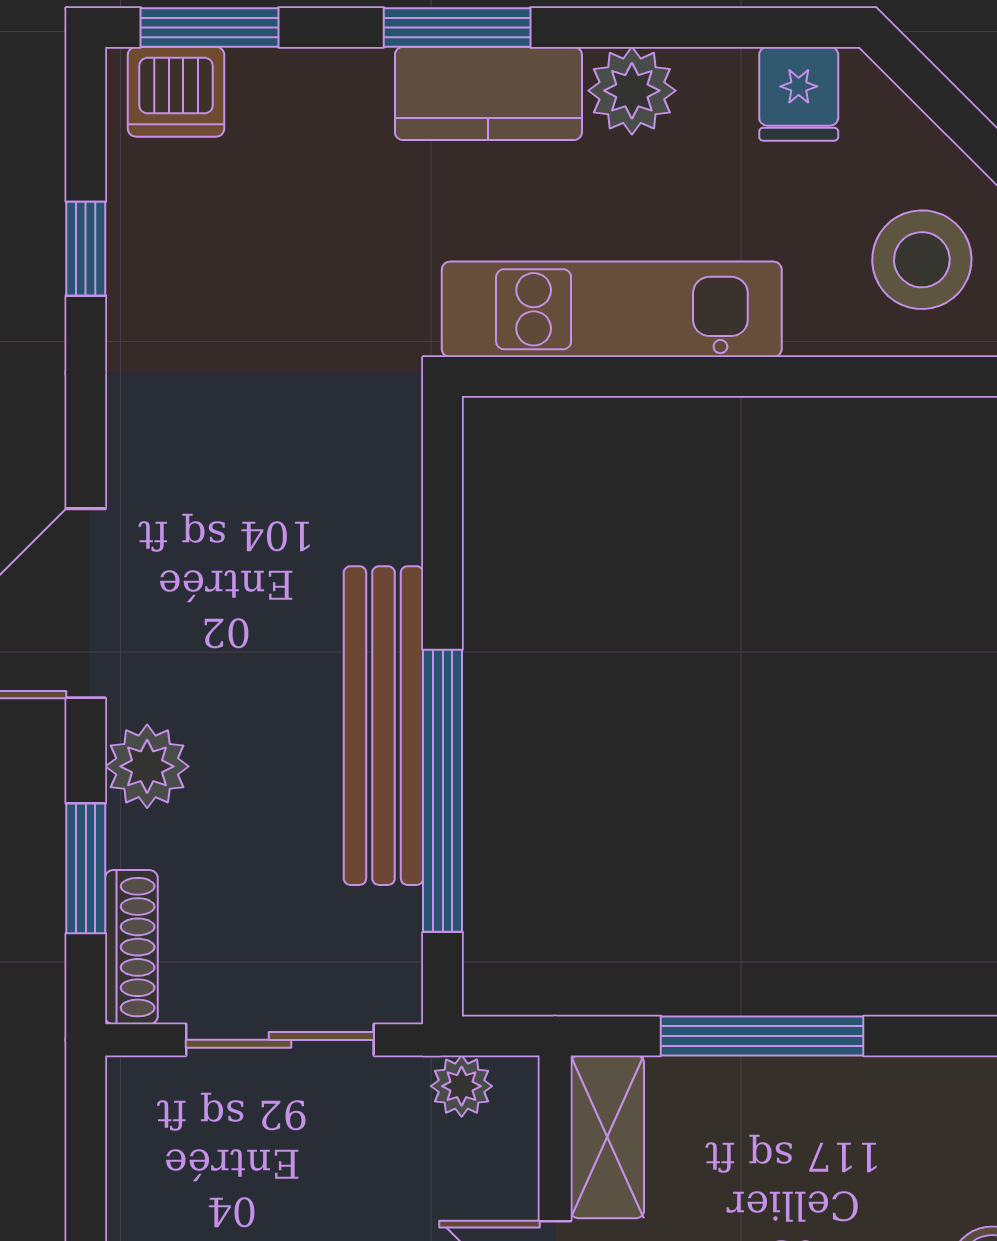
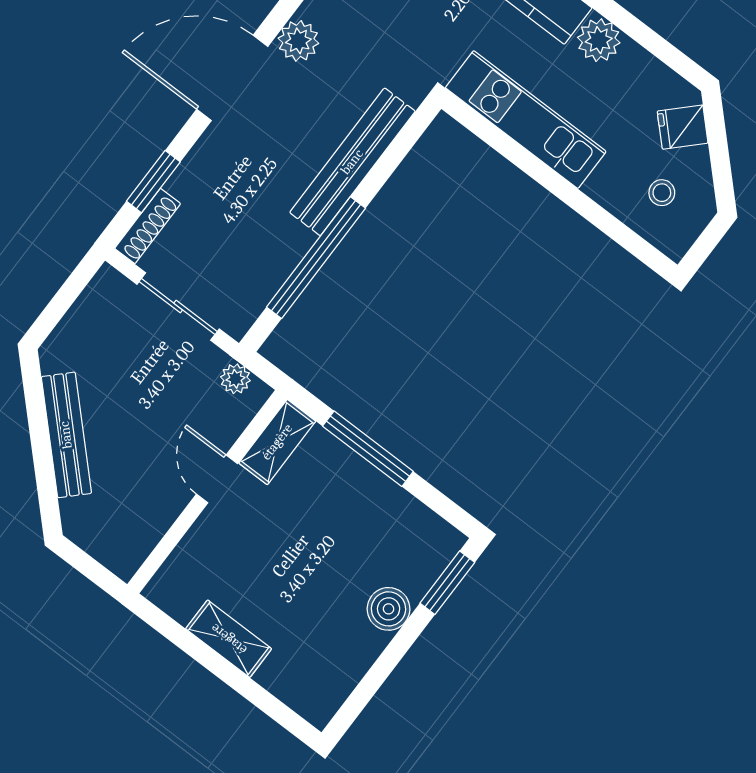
fridge: (799, 94) -> (683, 127), moved, turned 45
stool: (922, 260) -> (662, 193), width x0.53, depth x0.53
bench: (384, 726) -> (352, 162), moved
plant: (147, 766) -> (298, 41), moved

